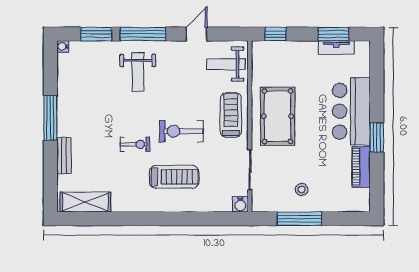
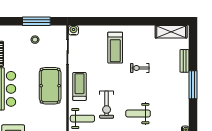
weight bench: (138, 72) -> (138, 114), turned -90
treadmill: (231, 115) -> (79, 87), turned 180
exercise bike: (181, 131) -> (107, 105), moved, turned 90
treadmill: (174, 177) -> (115, 48), turned -90

